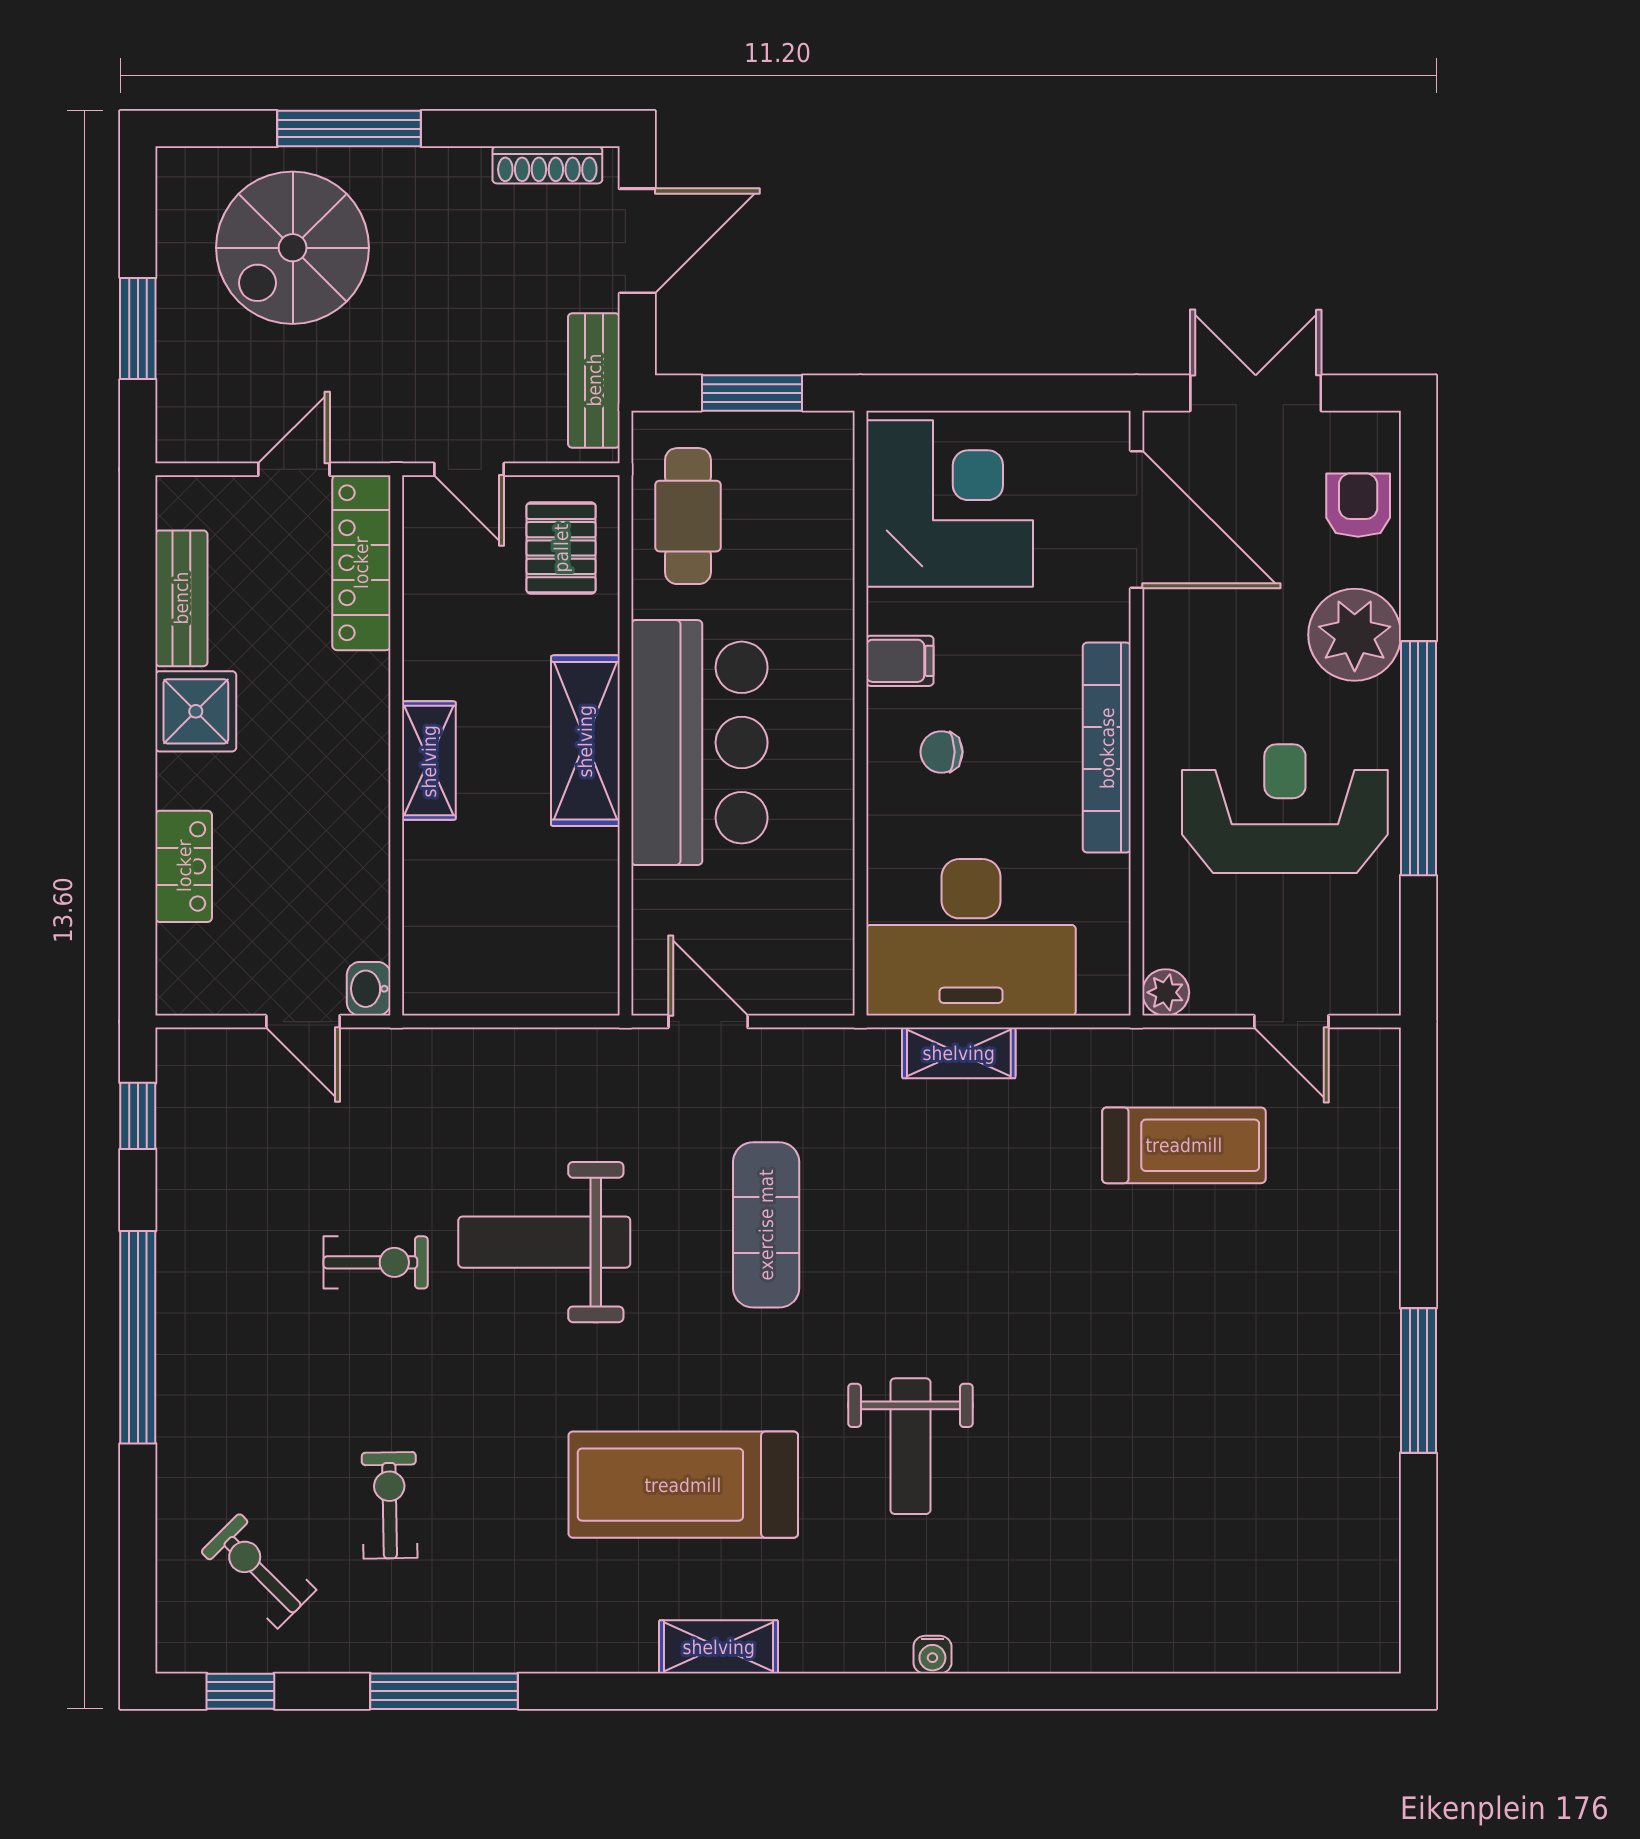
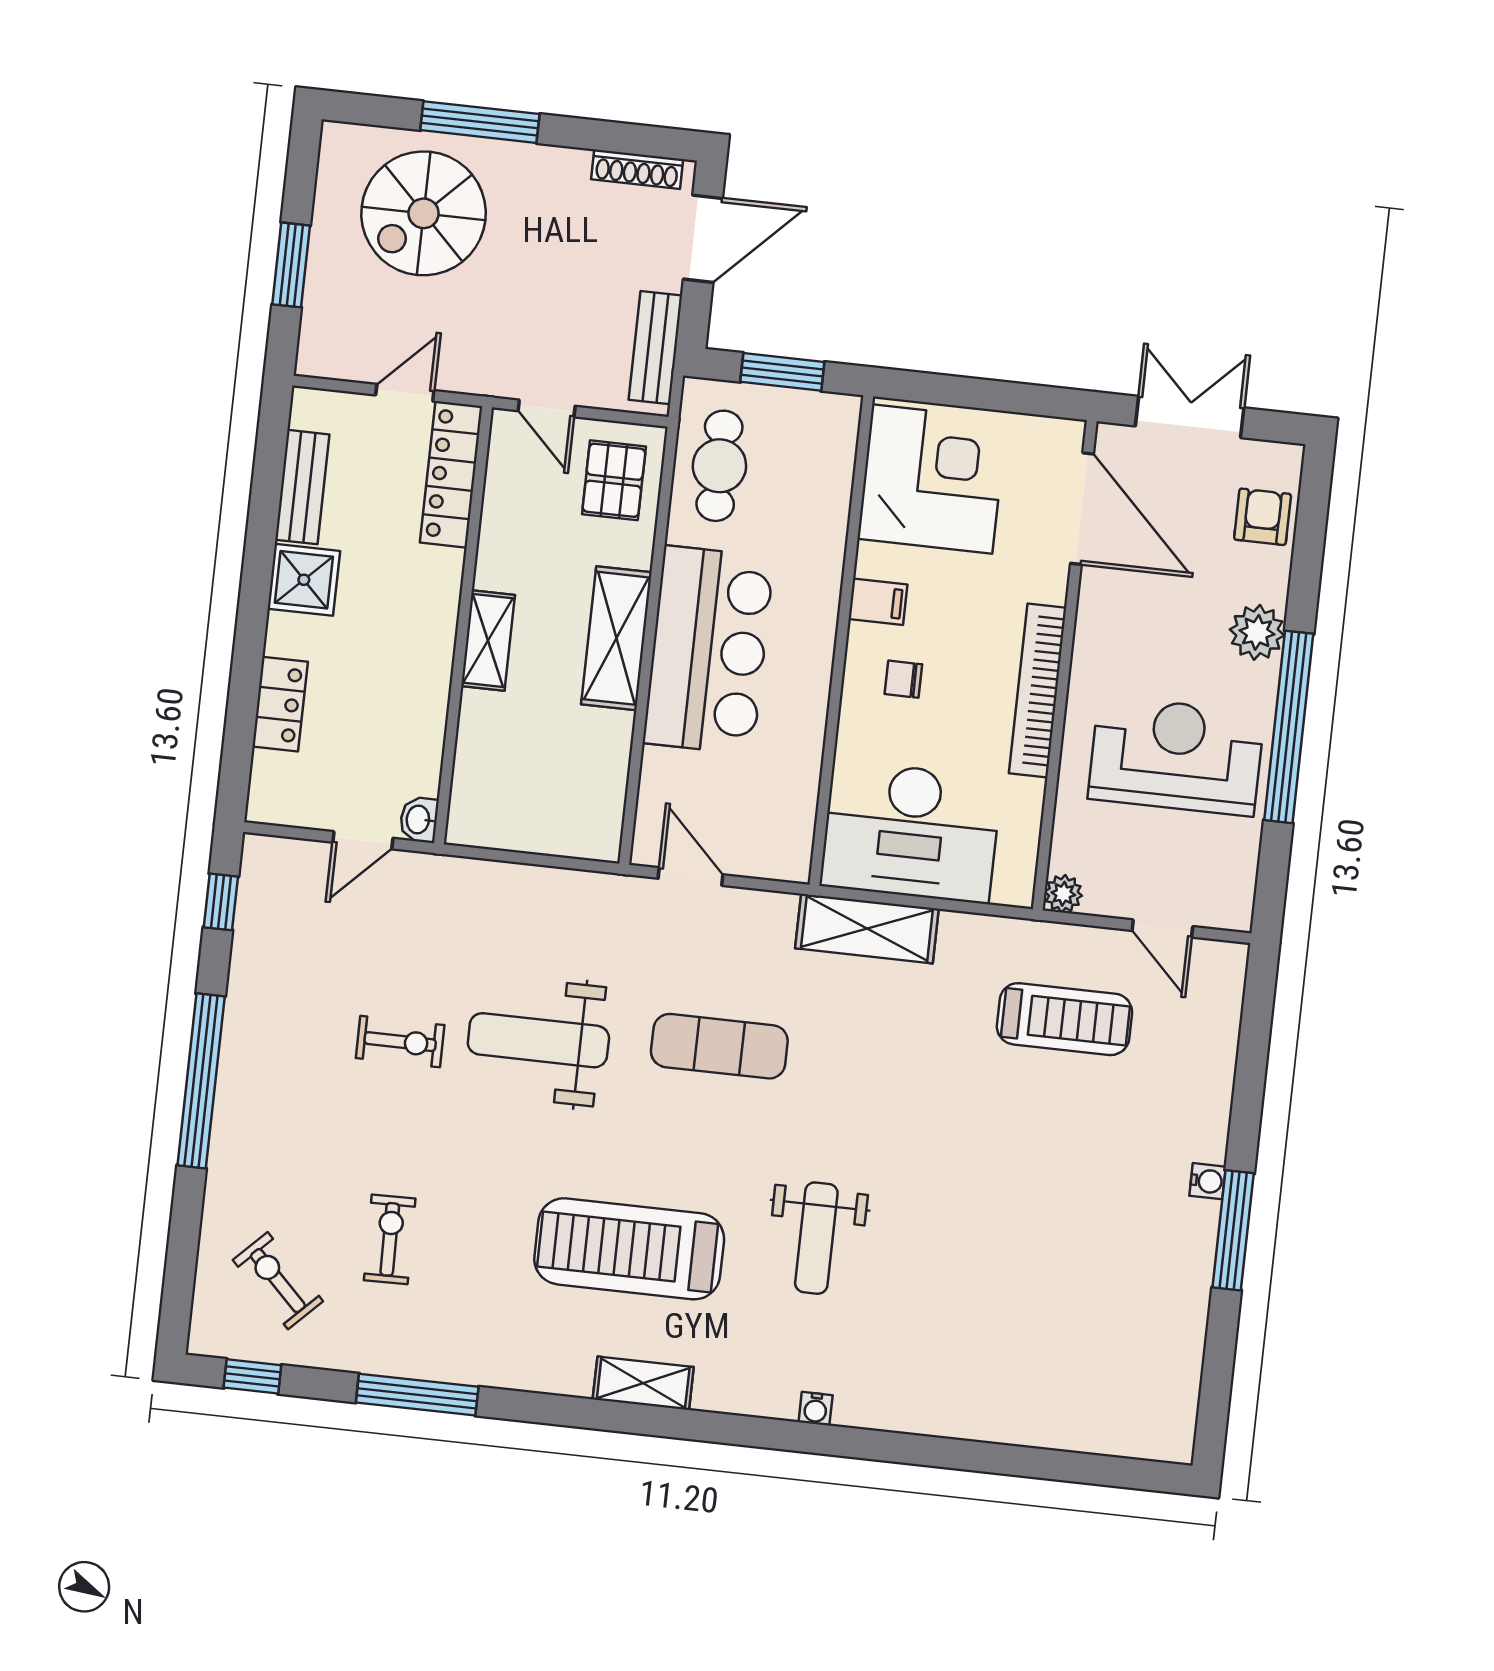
plant: (1355, 635) -> (1257, 632), width x0.73, depth x0.73
door: (303, 1022) -> (363, 840), hinge flipped
shelving: (959, 1053) -> (867, 929), width x1.50, depth x1.33
exercise mat: (766, 1225) -> (719, 1046), turned 90
water cooler: (1381, 1324) -> (1208, 1181), added

